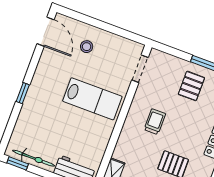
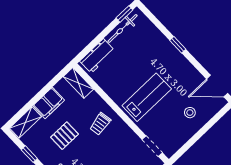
lab bench: (92, 99) -> (147, 97), turned 180
trolley: (155, 122) -> (100, 124), moved, turned 80

